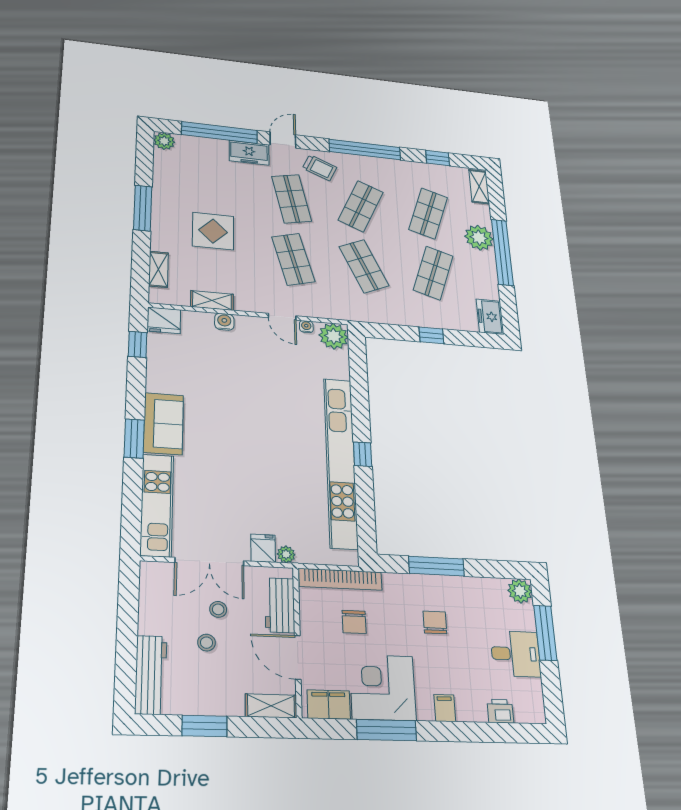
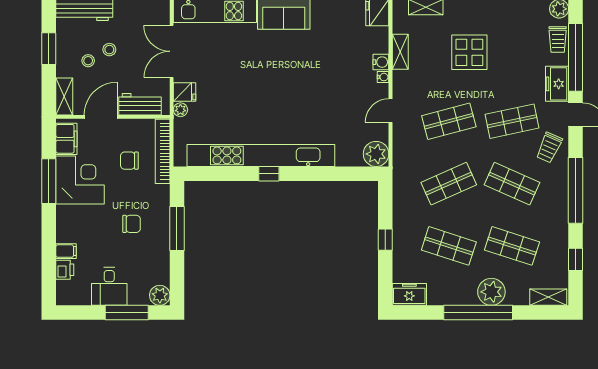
trolley: (199, 146) -> (558, 39), added
water cooler: (306, 327) -> (383, 77), moved
stool: (218, 609) -> (88, 61), moved
filing cabinet: (445, 708) -> (66, 251), moved

